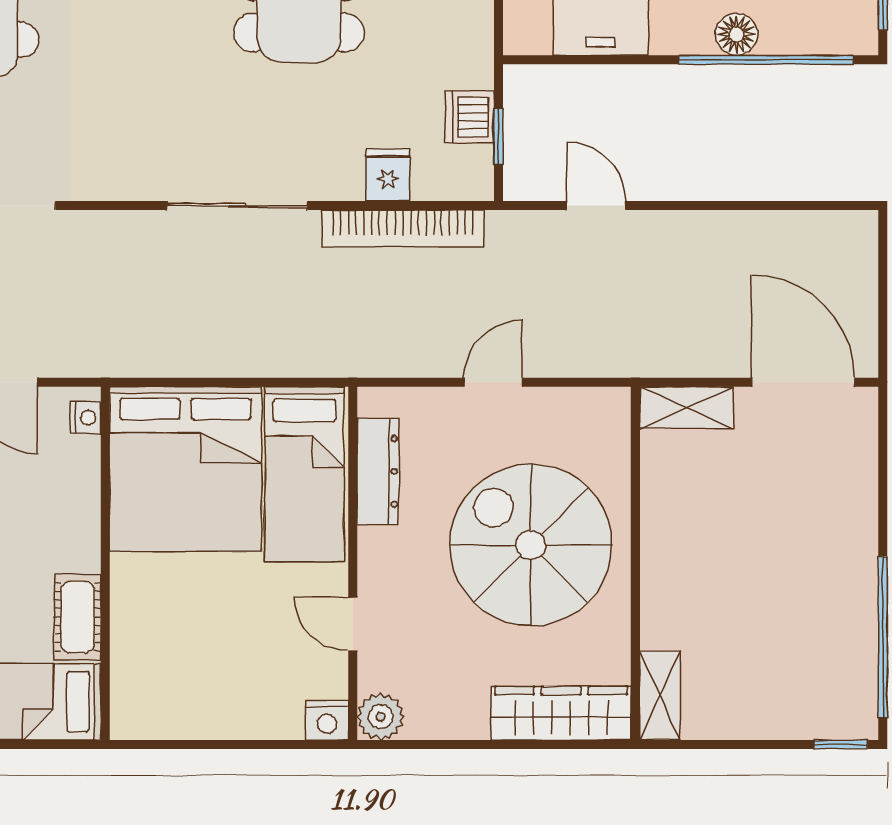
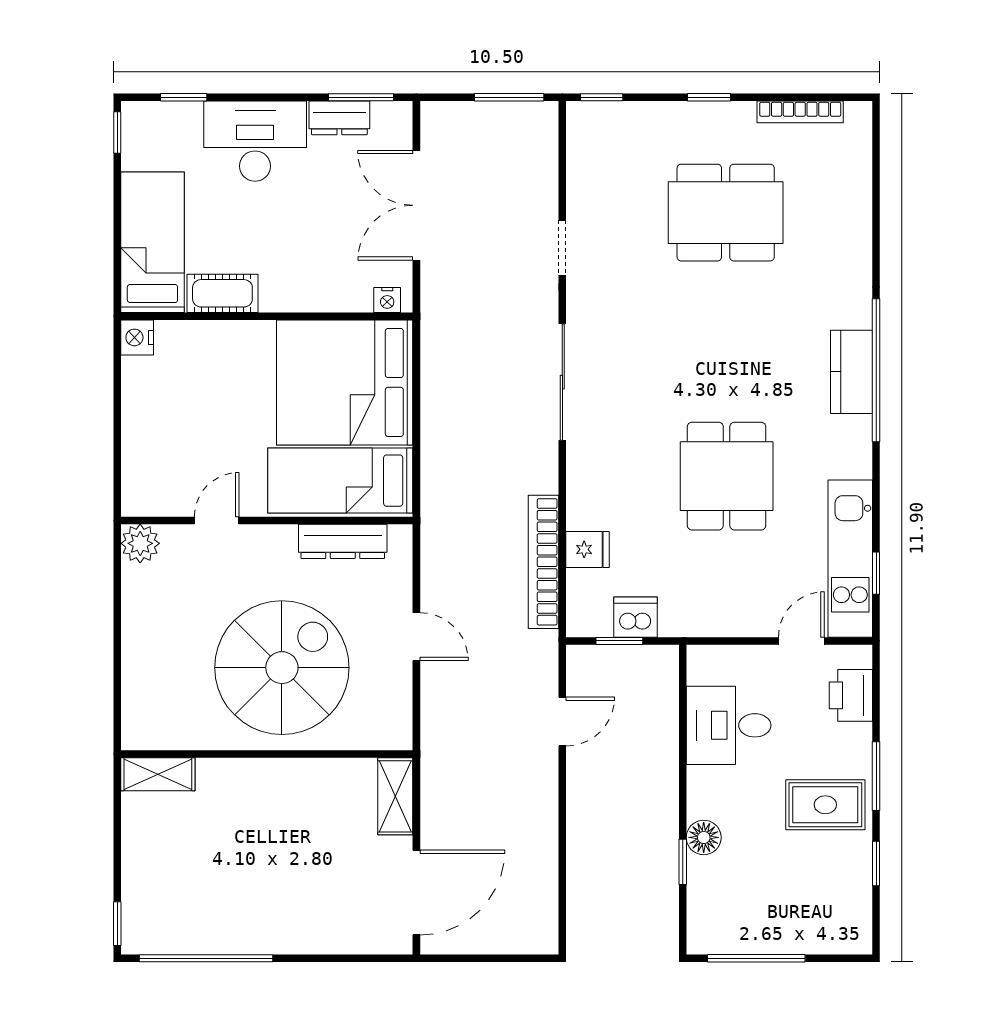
window: (766, 60) -> (683, 862), width x0.32
sliding door: (237, 206) -> (562, 382), moved
wardrobe: (561, 713) -> (143, 693), removed
nightstand: (327, 720) -> (137, 337), moved

